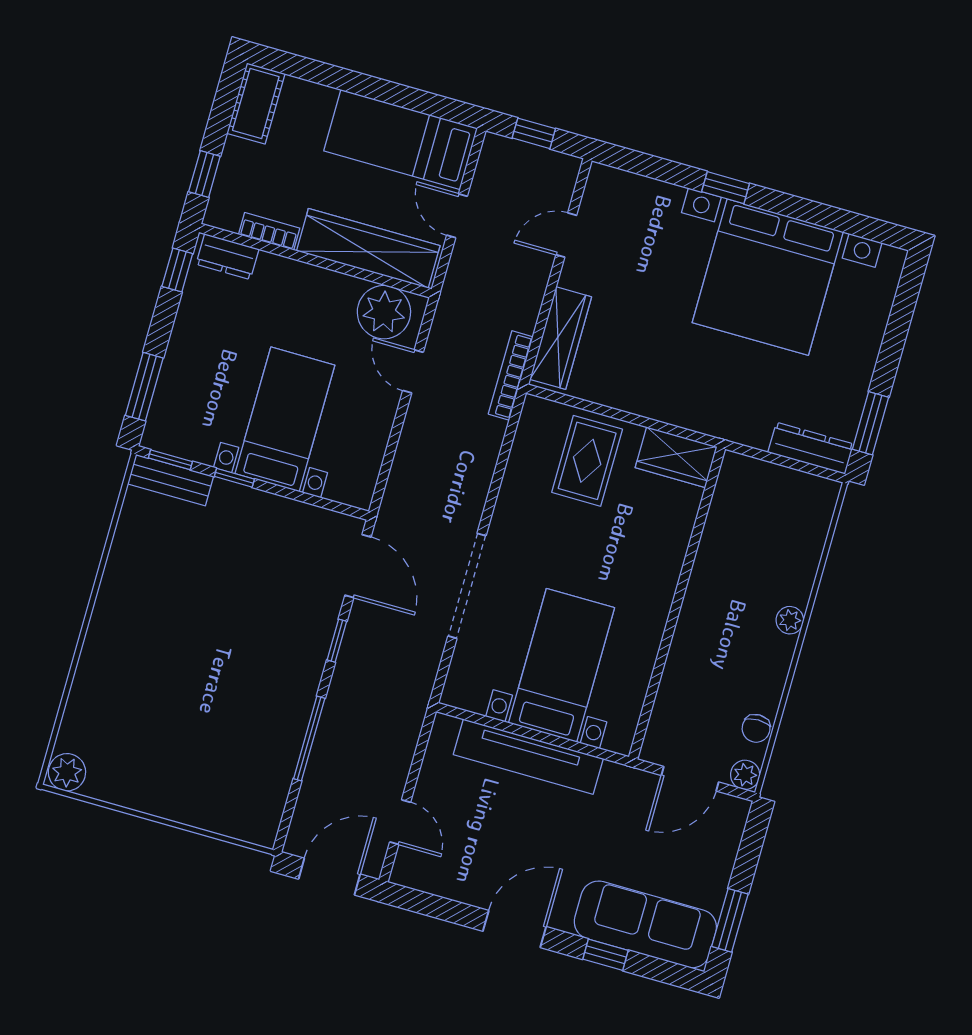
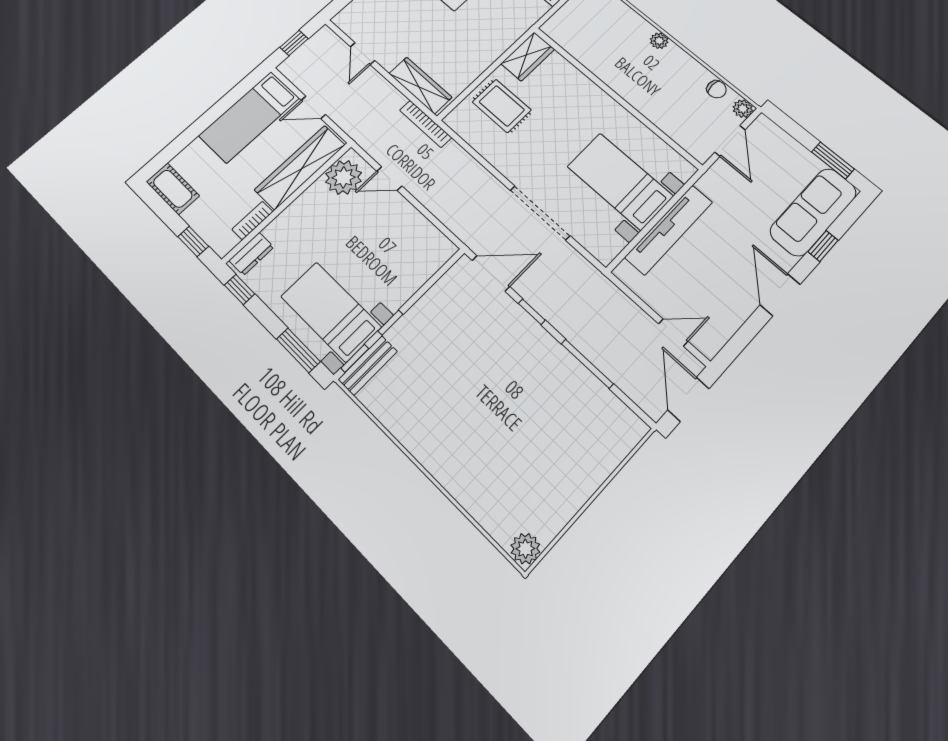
bed with nightstands: (285, 419) -> (331, 312), moved

